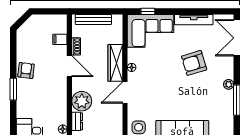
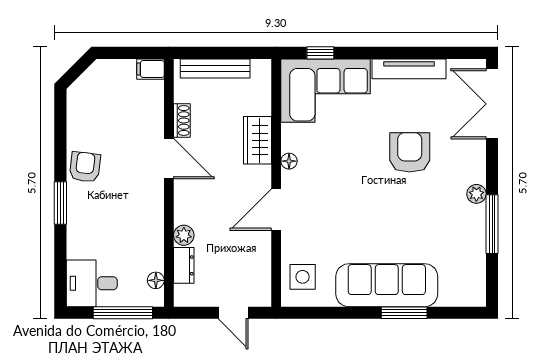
filing cabinet: (60, 39) -> (150, 69), moved
wardrobe: (115, 63) -> (258, 140), width x0.67
armchair: (194, 63) -> (410, 152), turned 107
plant: (82, 101) -> (184, 235), width x0.53, depth x0.53

